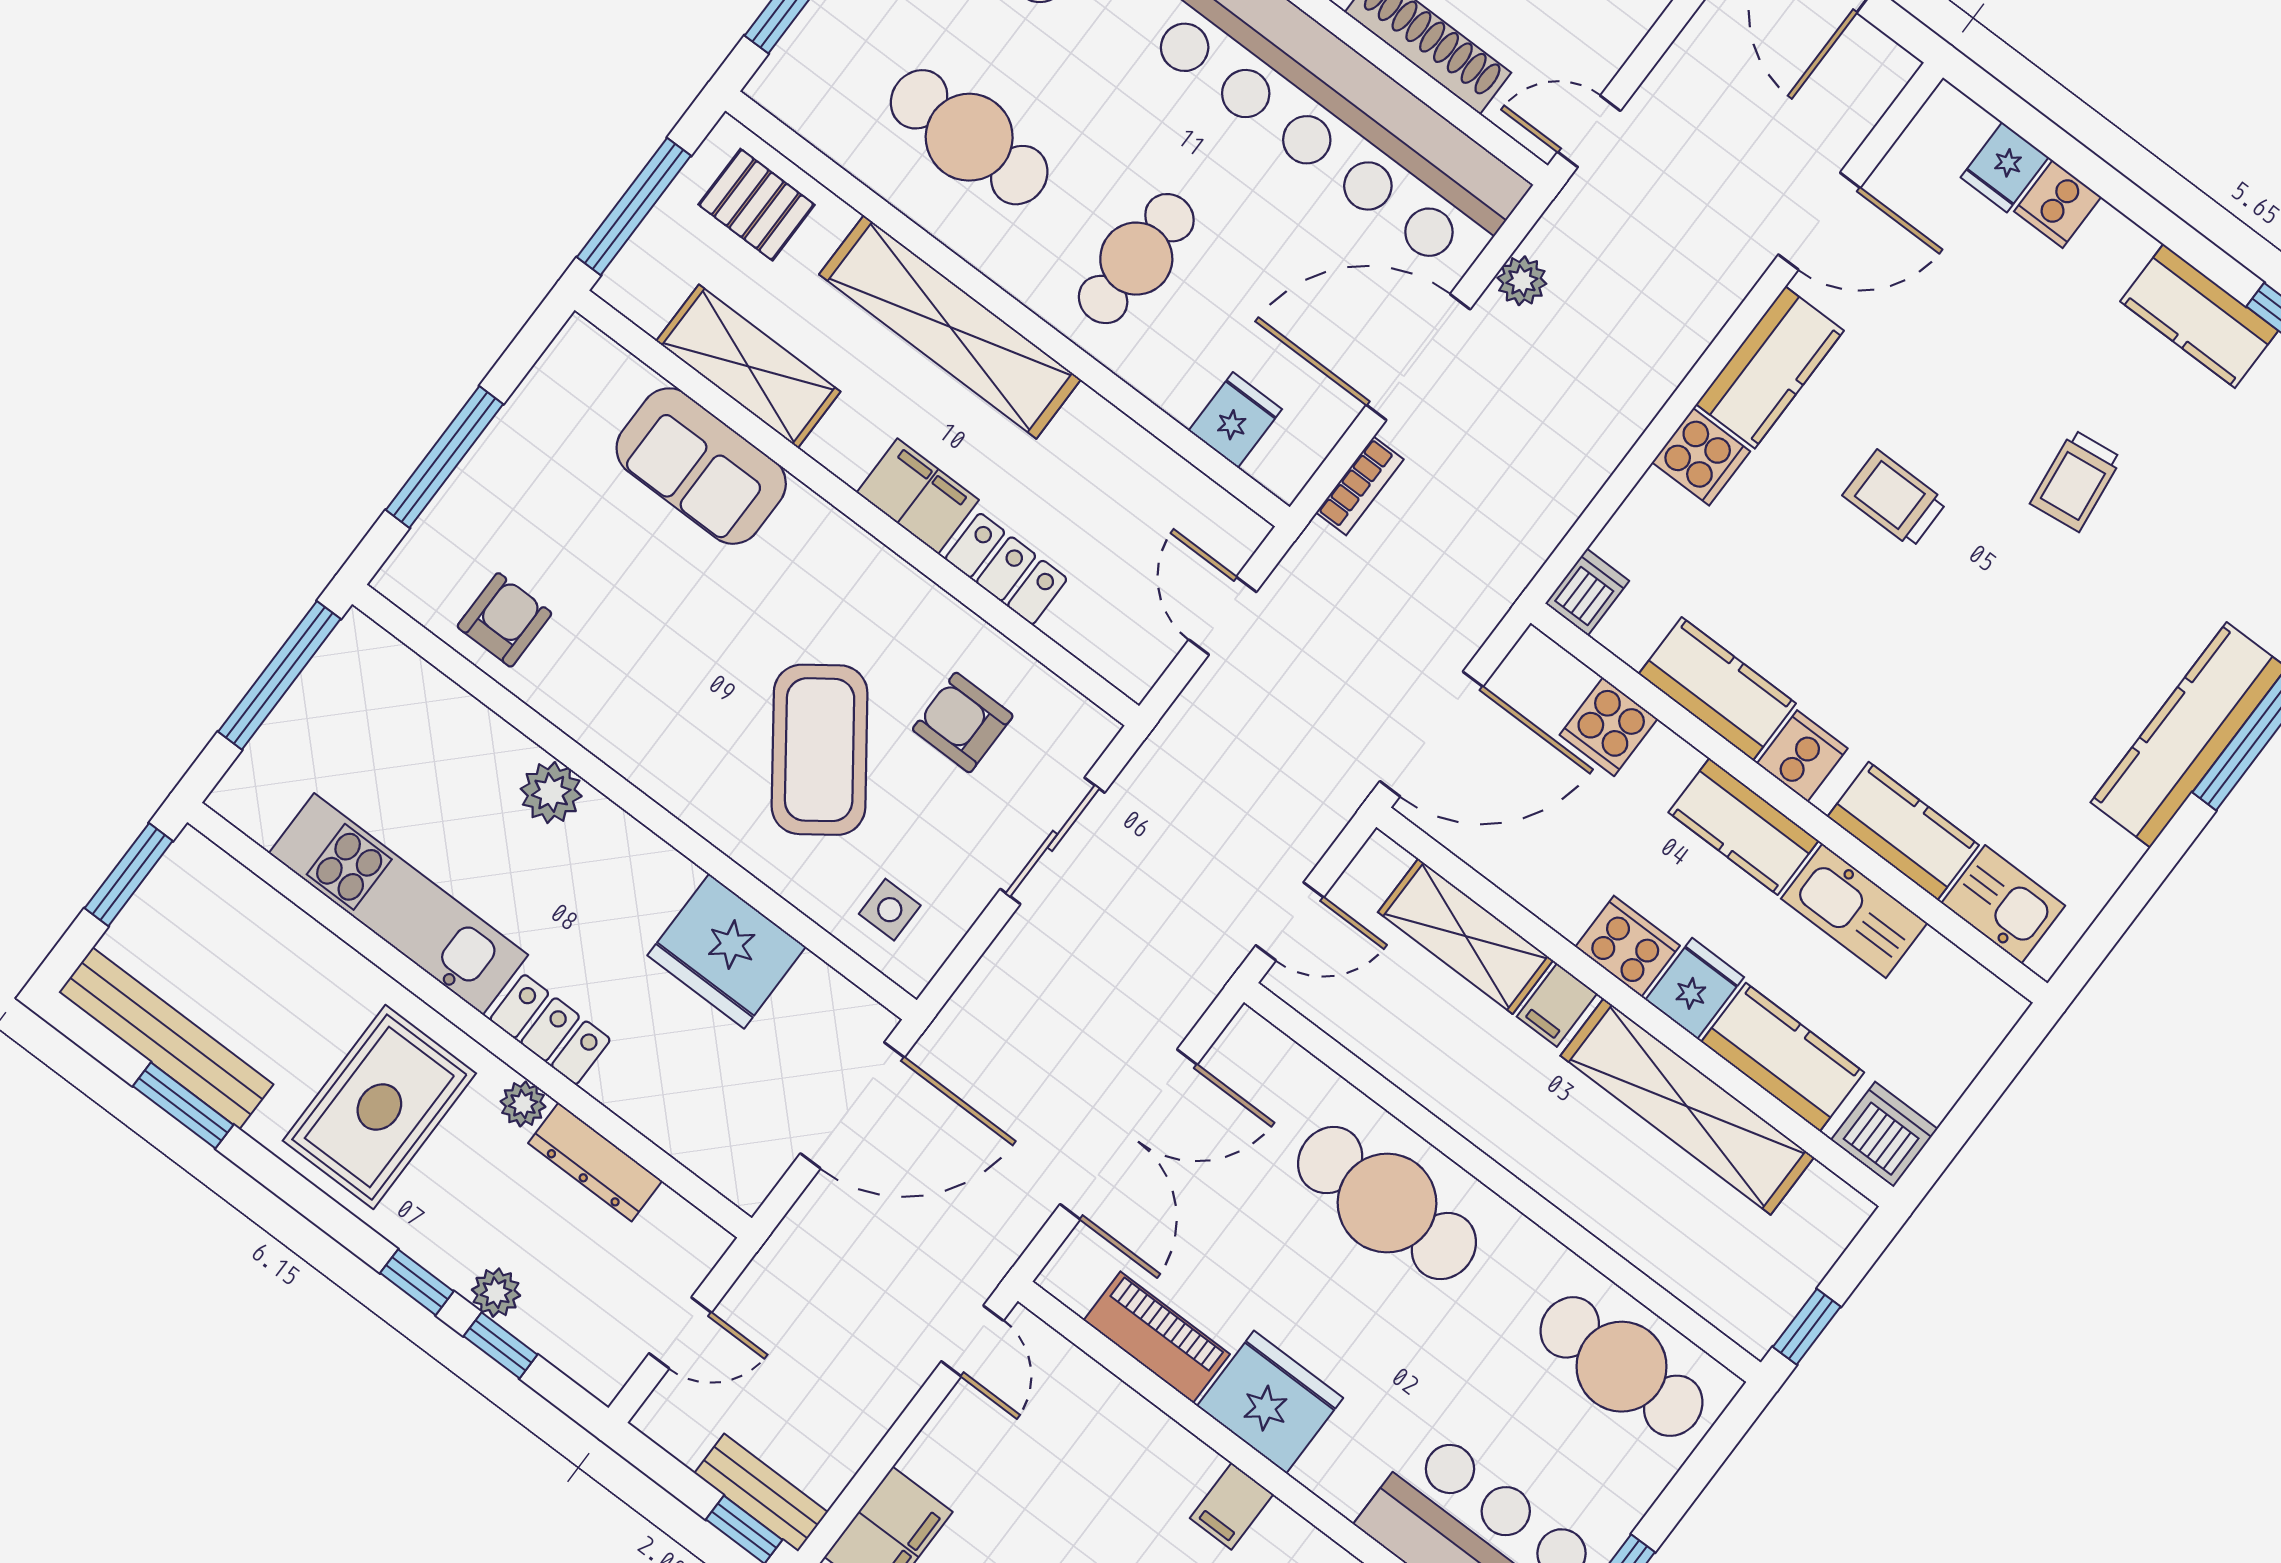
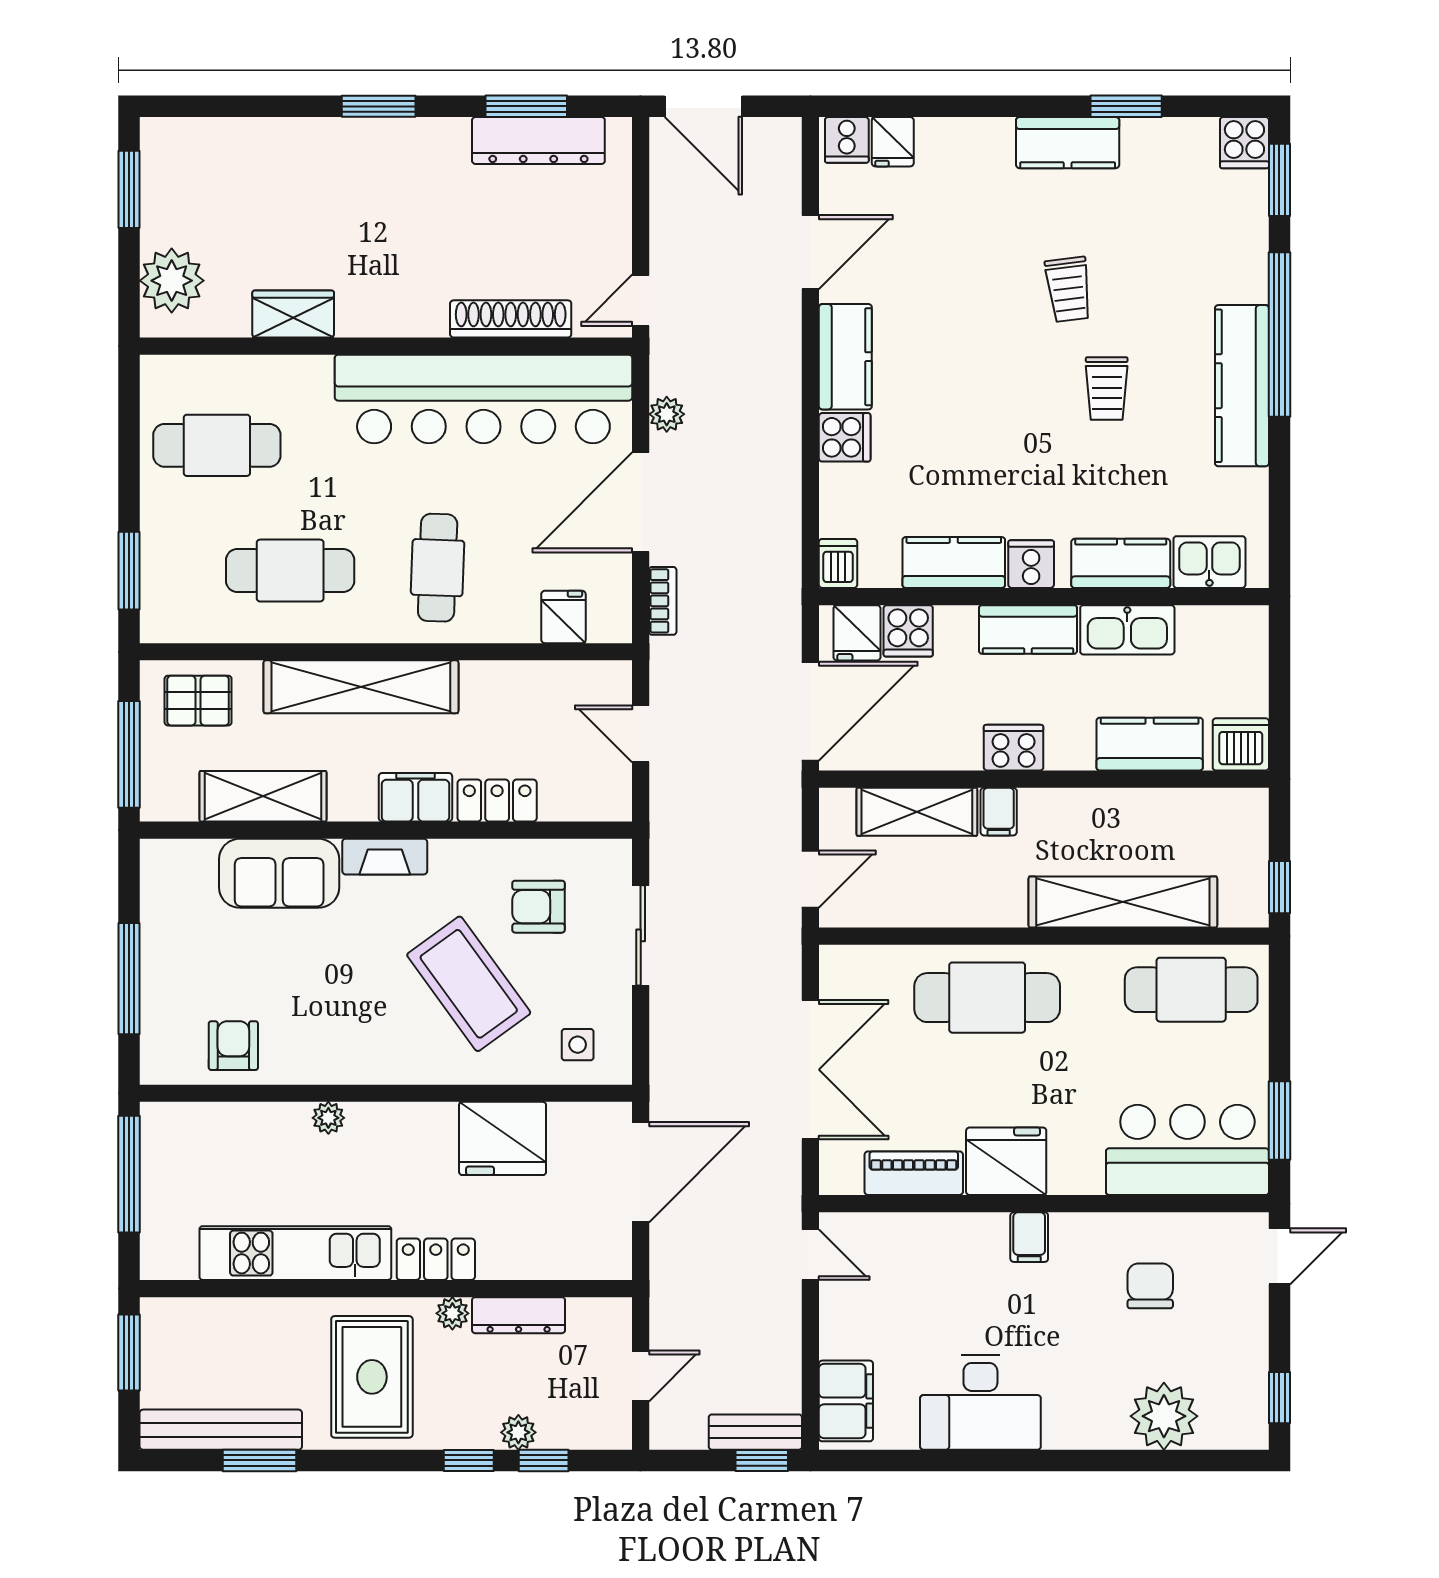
cooker: (2058, 204) -> (847, 140), moved
trolley: (1895, 499) -> (1107, 389), moved, turned -90
fireplace: (833, 537) -> (385, 857), added
plant: (551, 793) -> (328, 1118), width x0.73, depth x0.73
fridge: (1695, 988) -> (857, 633), moved, turned 180
shelving: (1687, 1107) -> (1123, 902), moved

